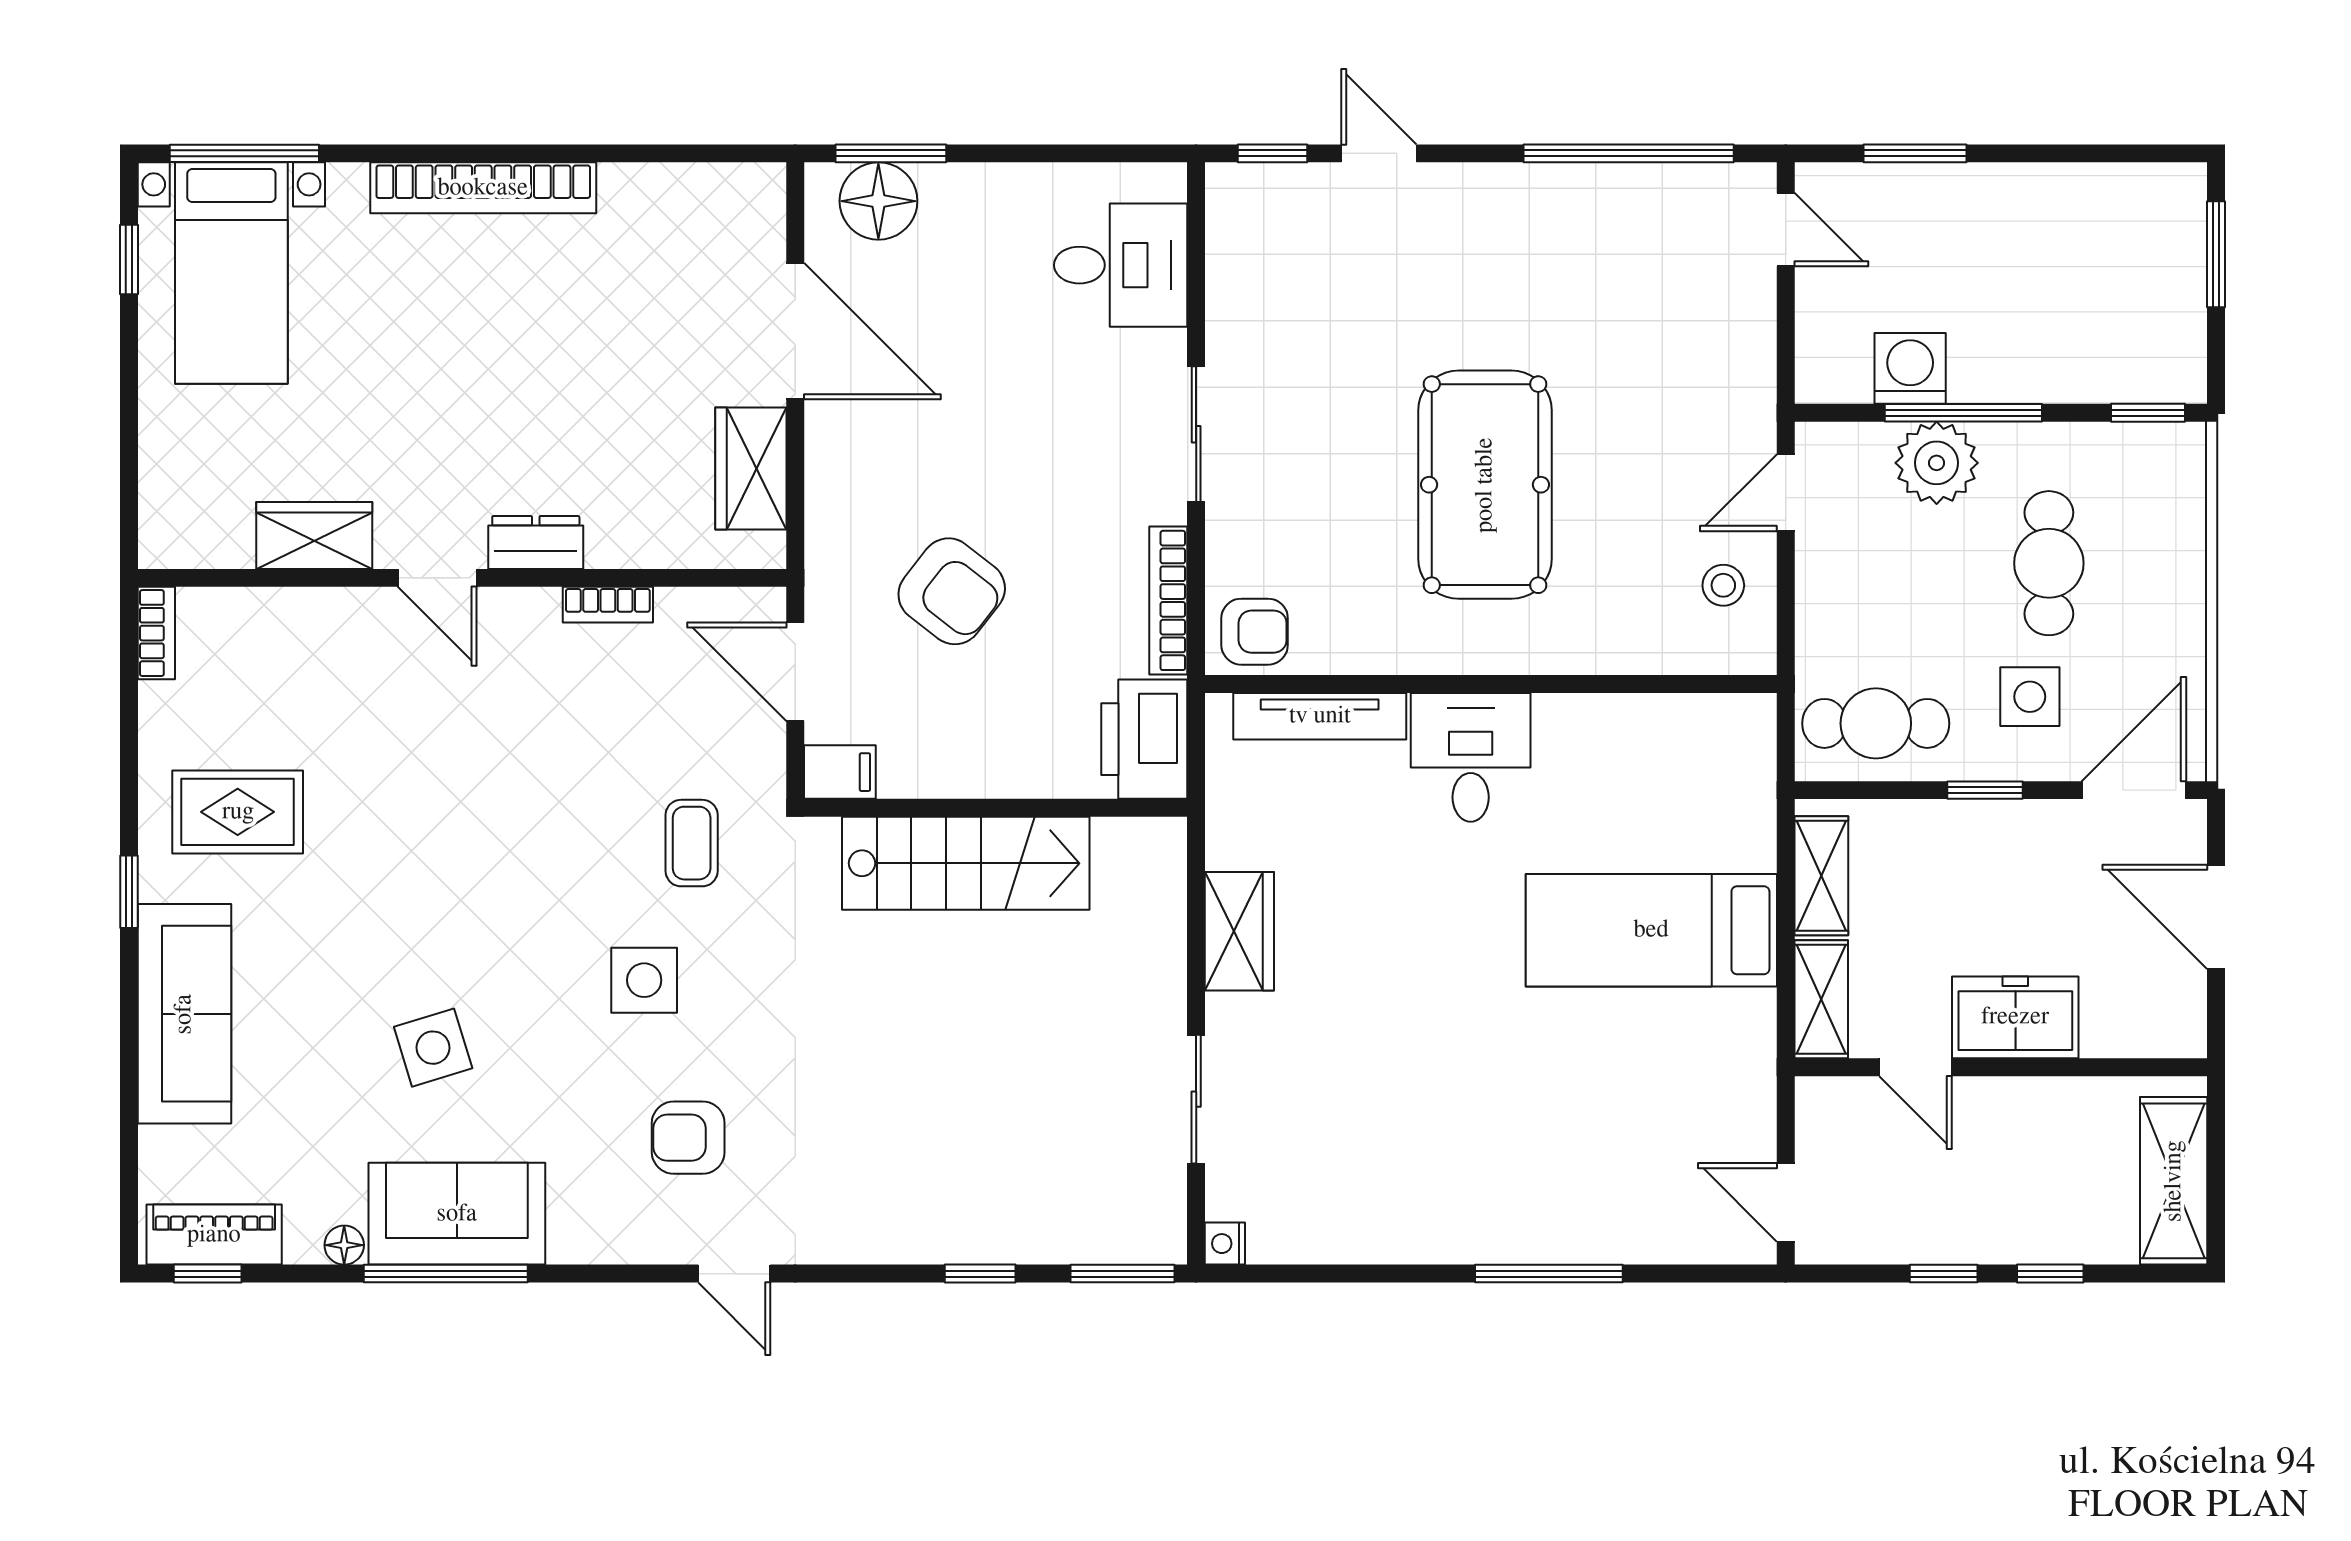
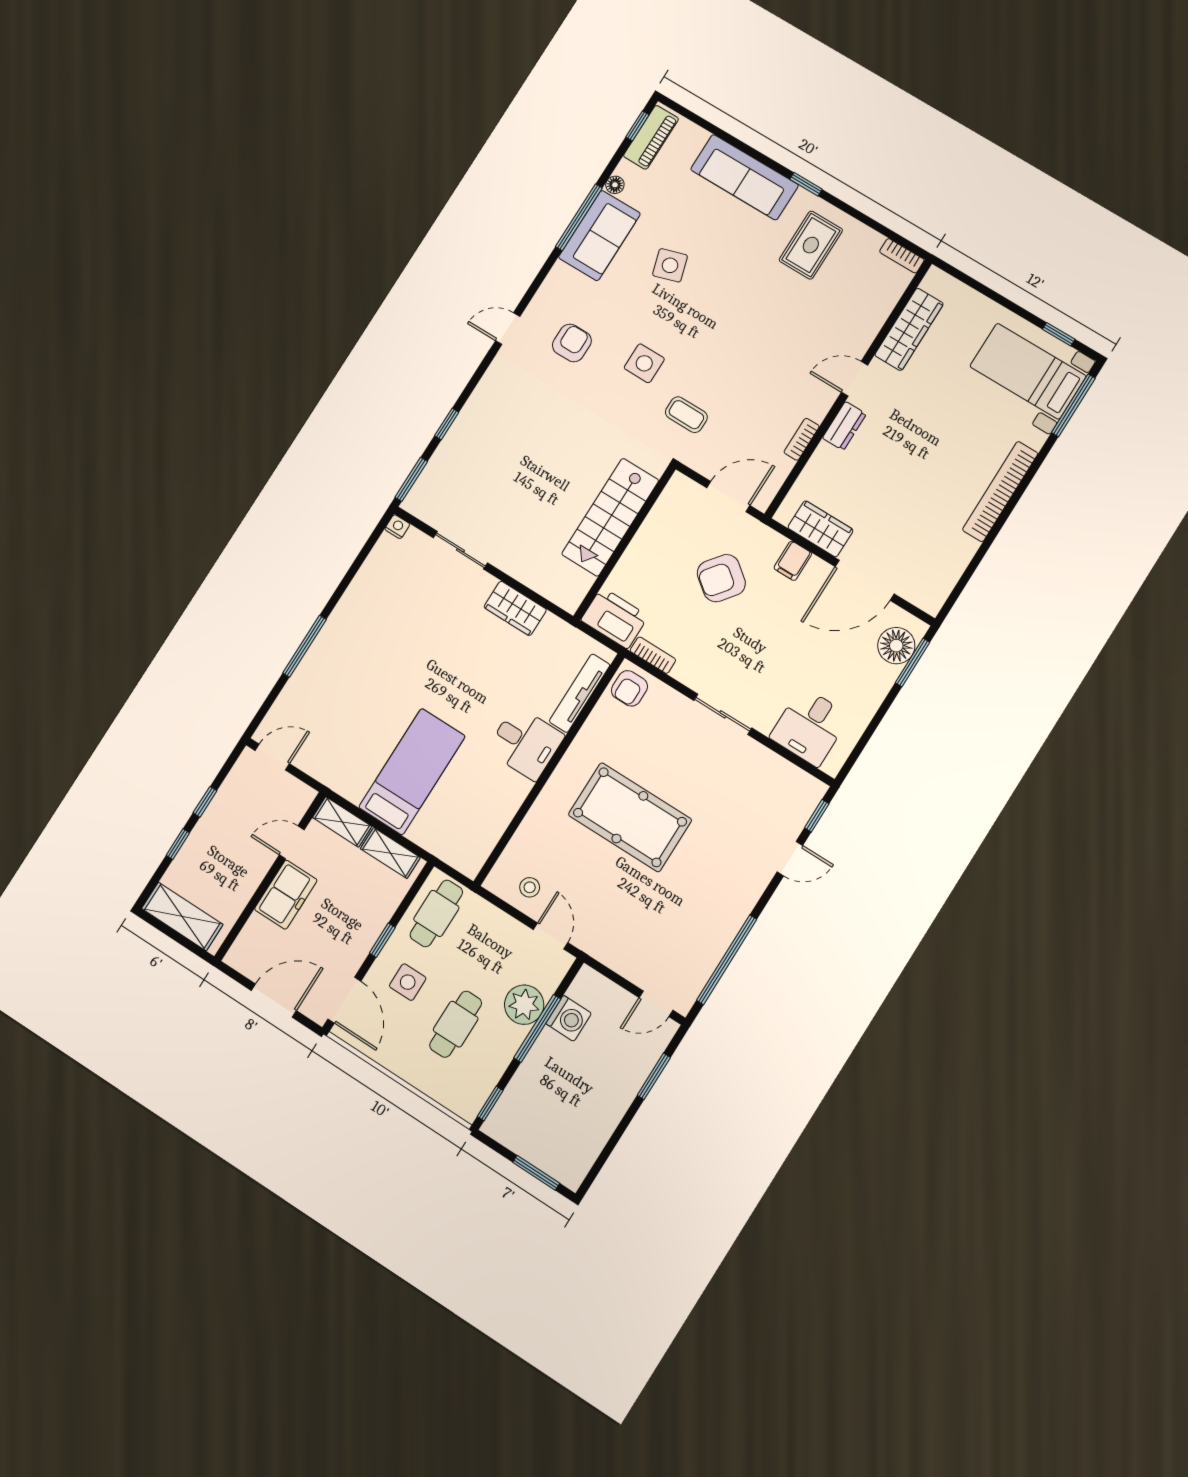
wardrobe: (314, 535) -> (909, 329), width x1.50
cafe table: (2049, 563) -> (456, 1024), turned 90
bookcase: (1168, 600) -> (653, 655), width x0.64
filing cabinet: (840, 772) -> (793, 561), moved

